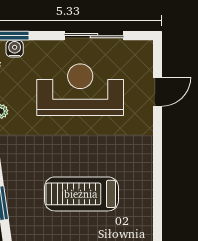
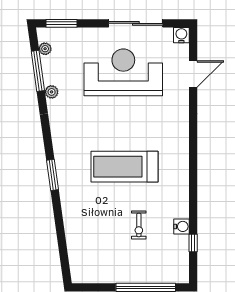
water cooler: (15, 49) -> (181, 35), moved

